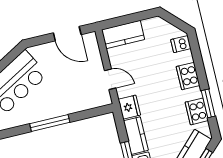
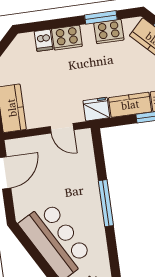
dishwasher: (181, 44) -> (44, 40), moved
door: (110, 79) -> (62, 128), swing flipped

